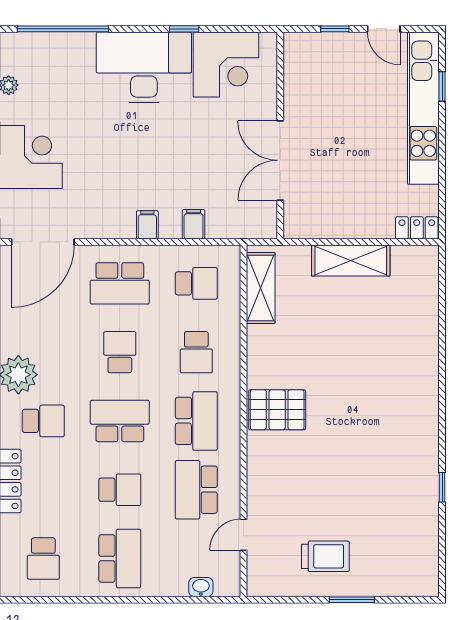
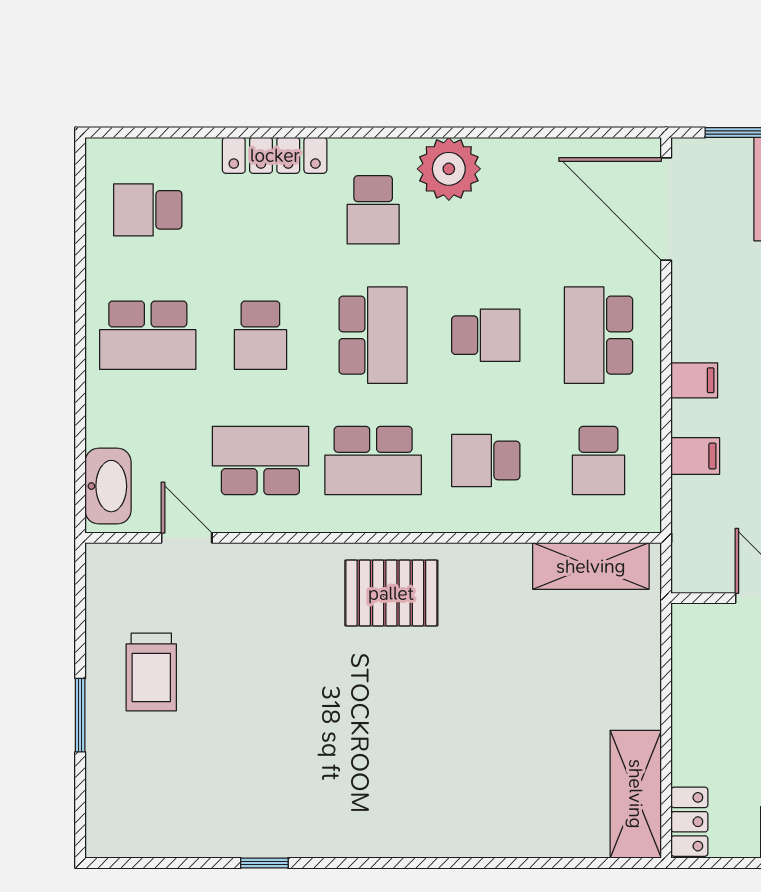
shelving: (351, 261) -> (636, 794), moved
pallet: (277, 410) -> (391, 593), turned 90
washbasin: (201, 587) -> (108, 486), width x1.91, depth x1.45

